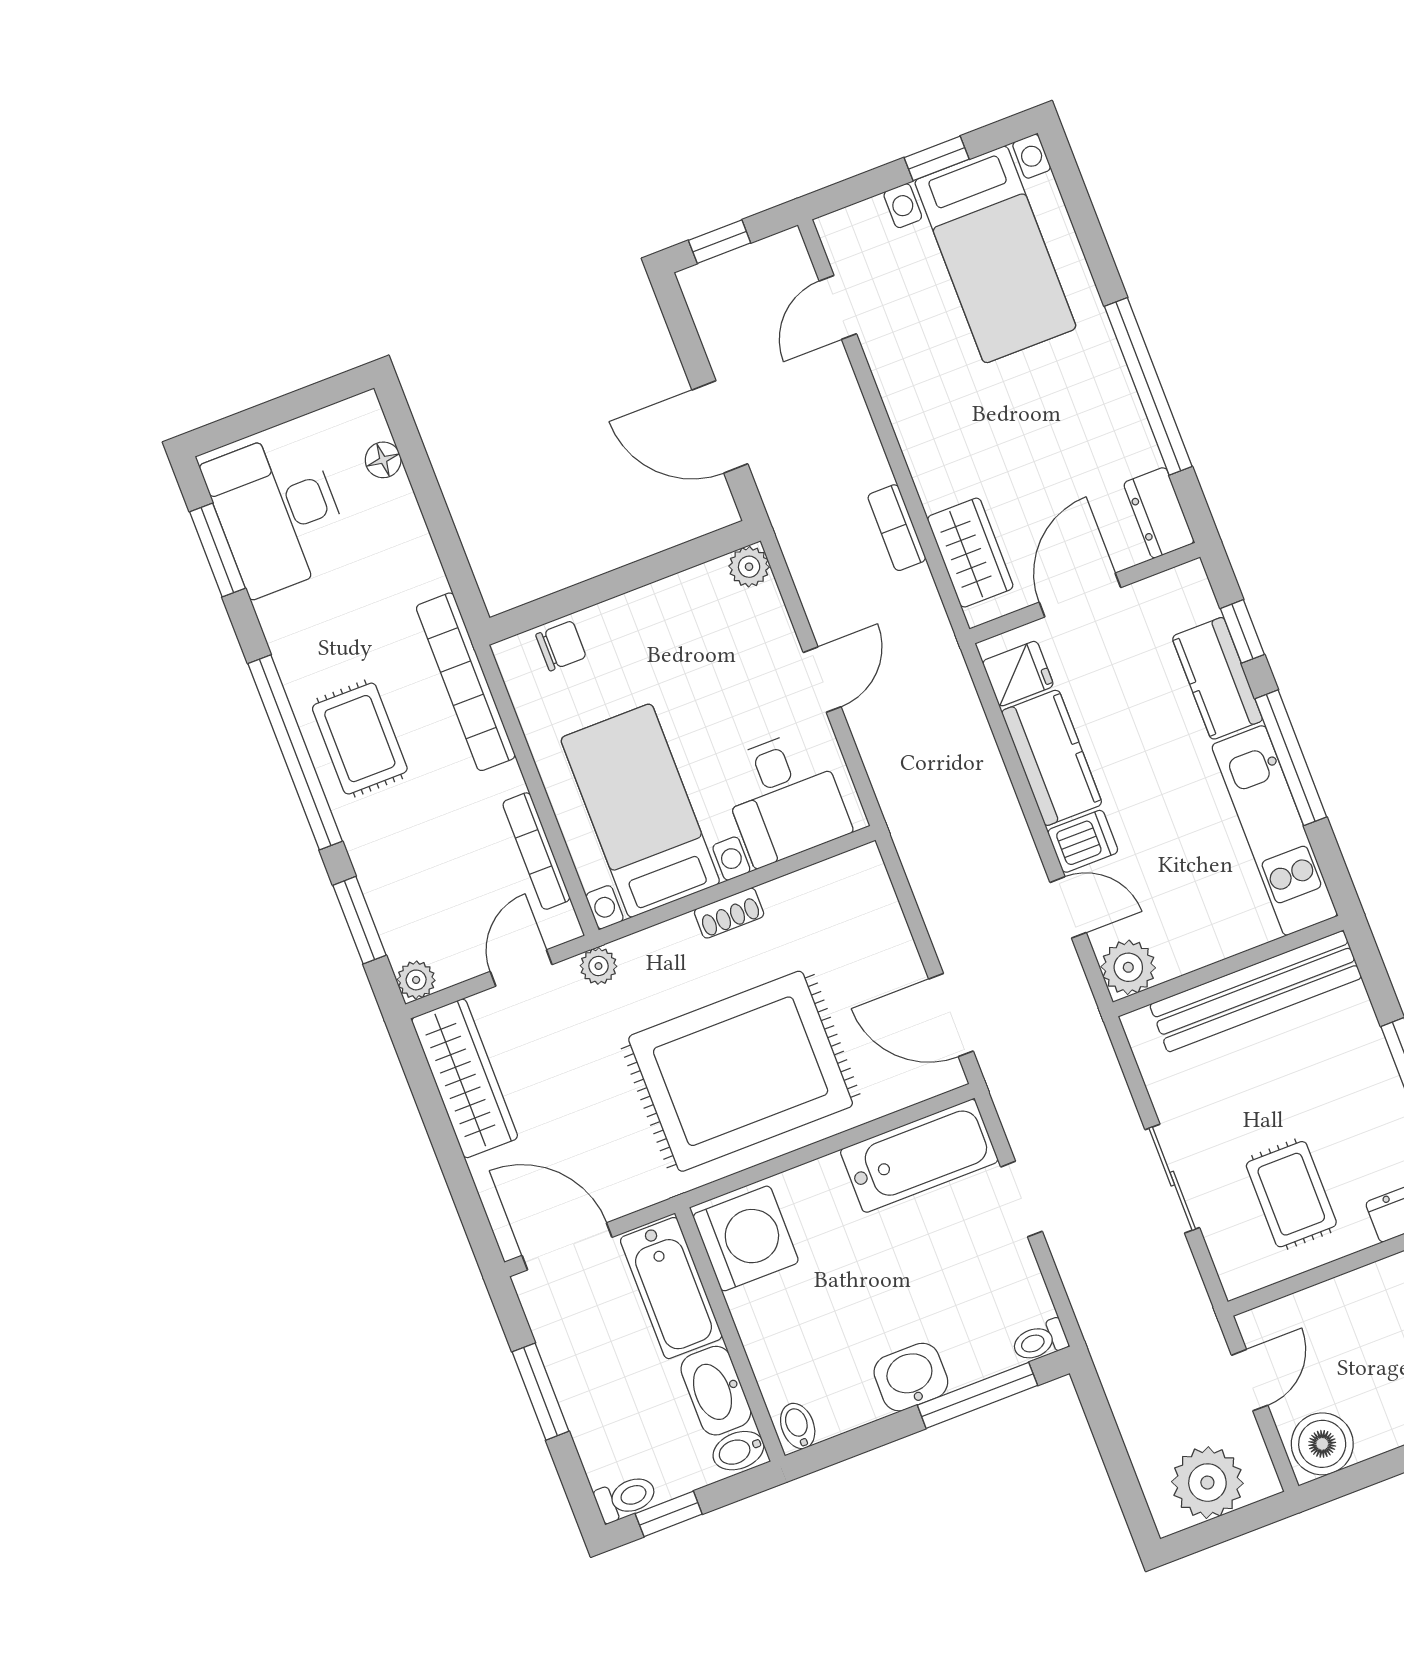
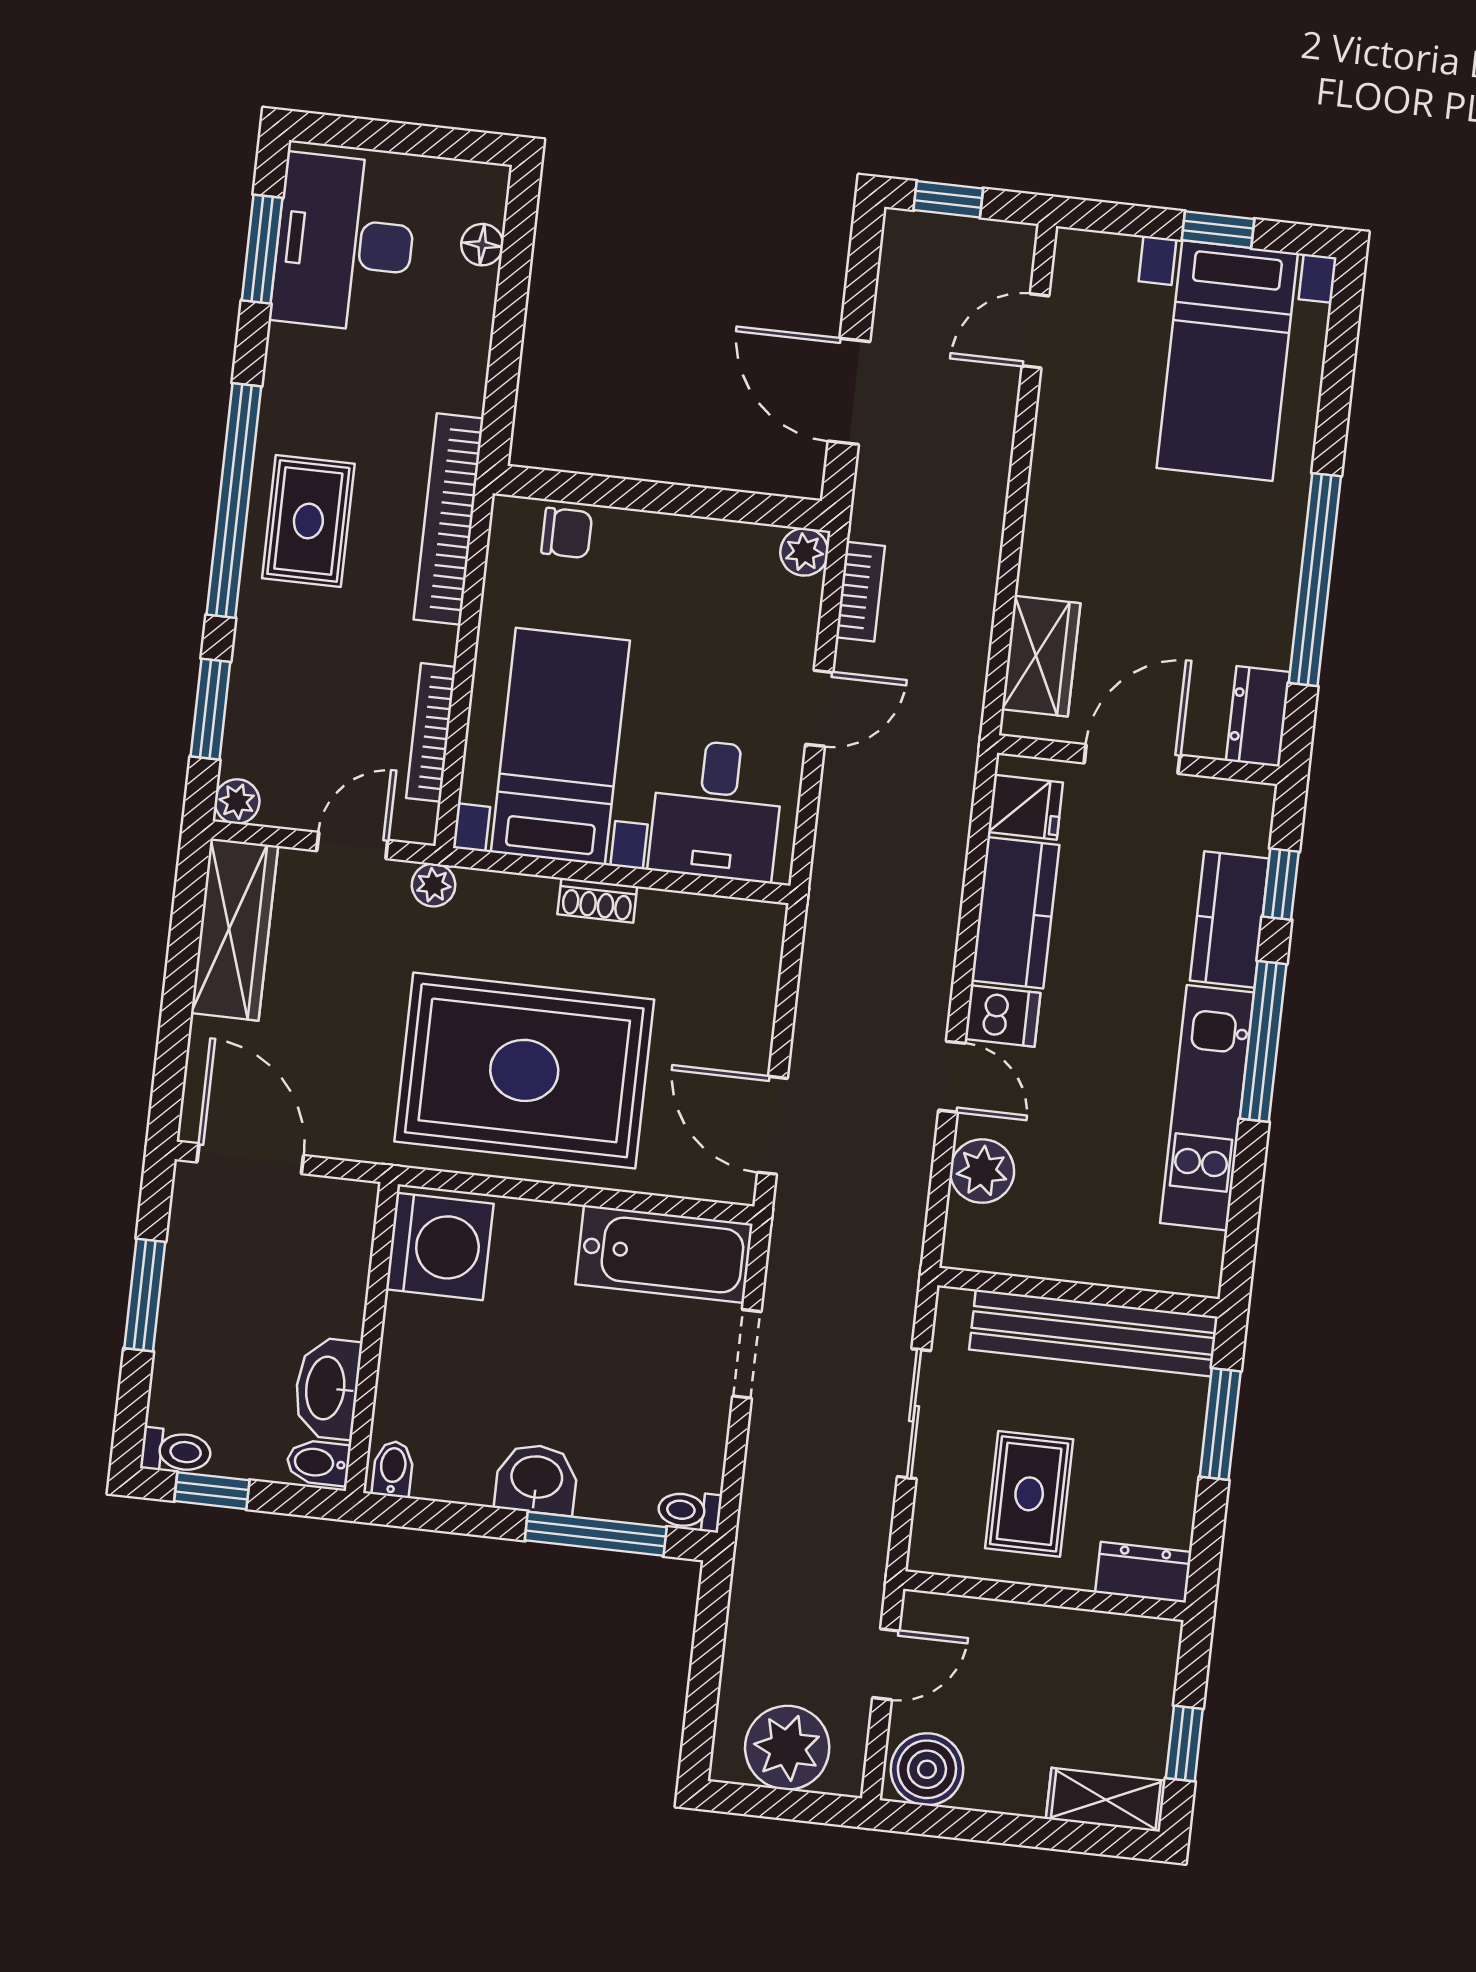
bookcase: (897, 528) -> (860, 592), moved, turned 180
wall: (1228, 966) -> (1078, 1292), moved
bench: (1256, 991) -> (1093, 1333), moved
bathtub: (671, 1288) -> (336, 1258), removed

